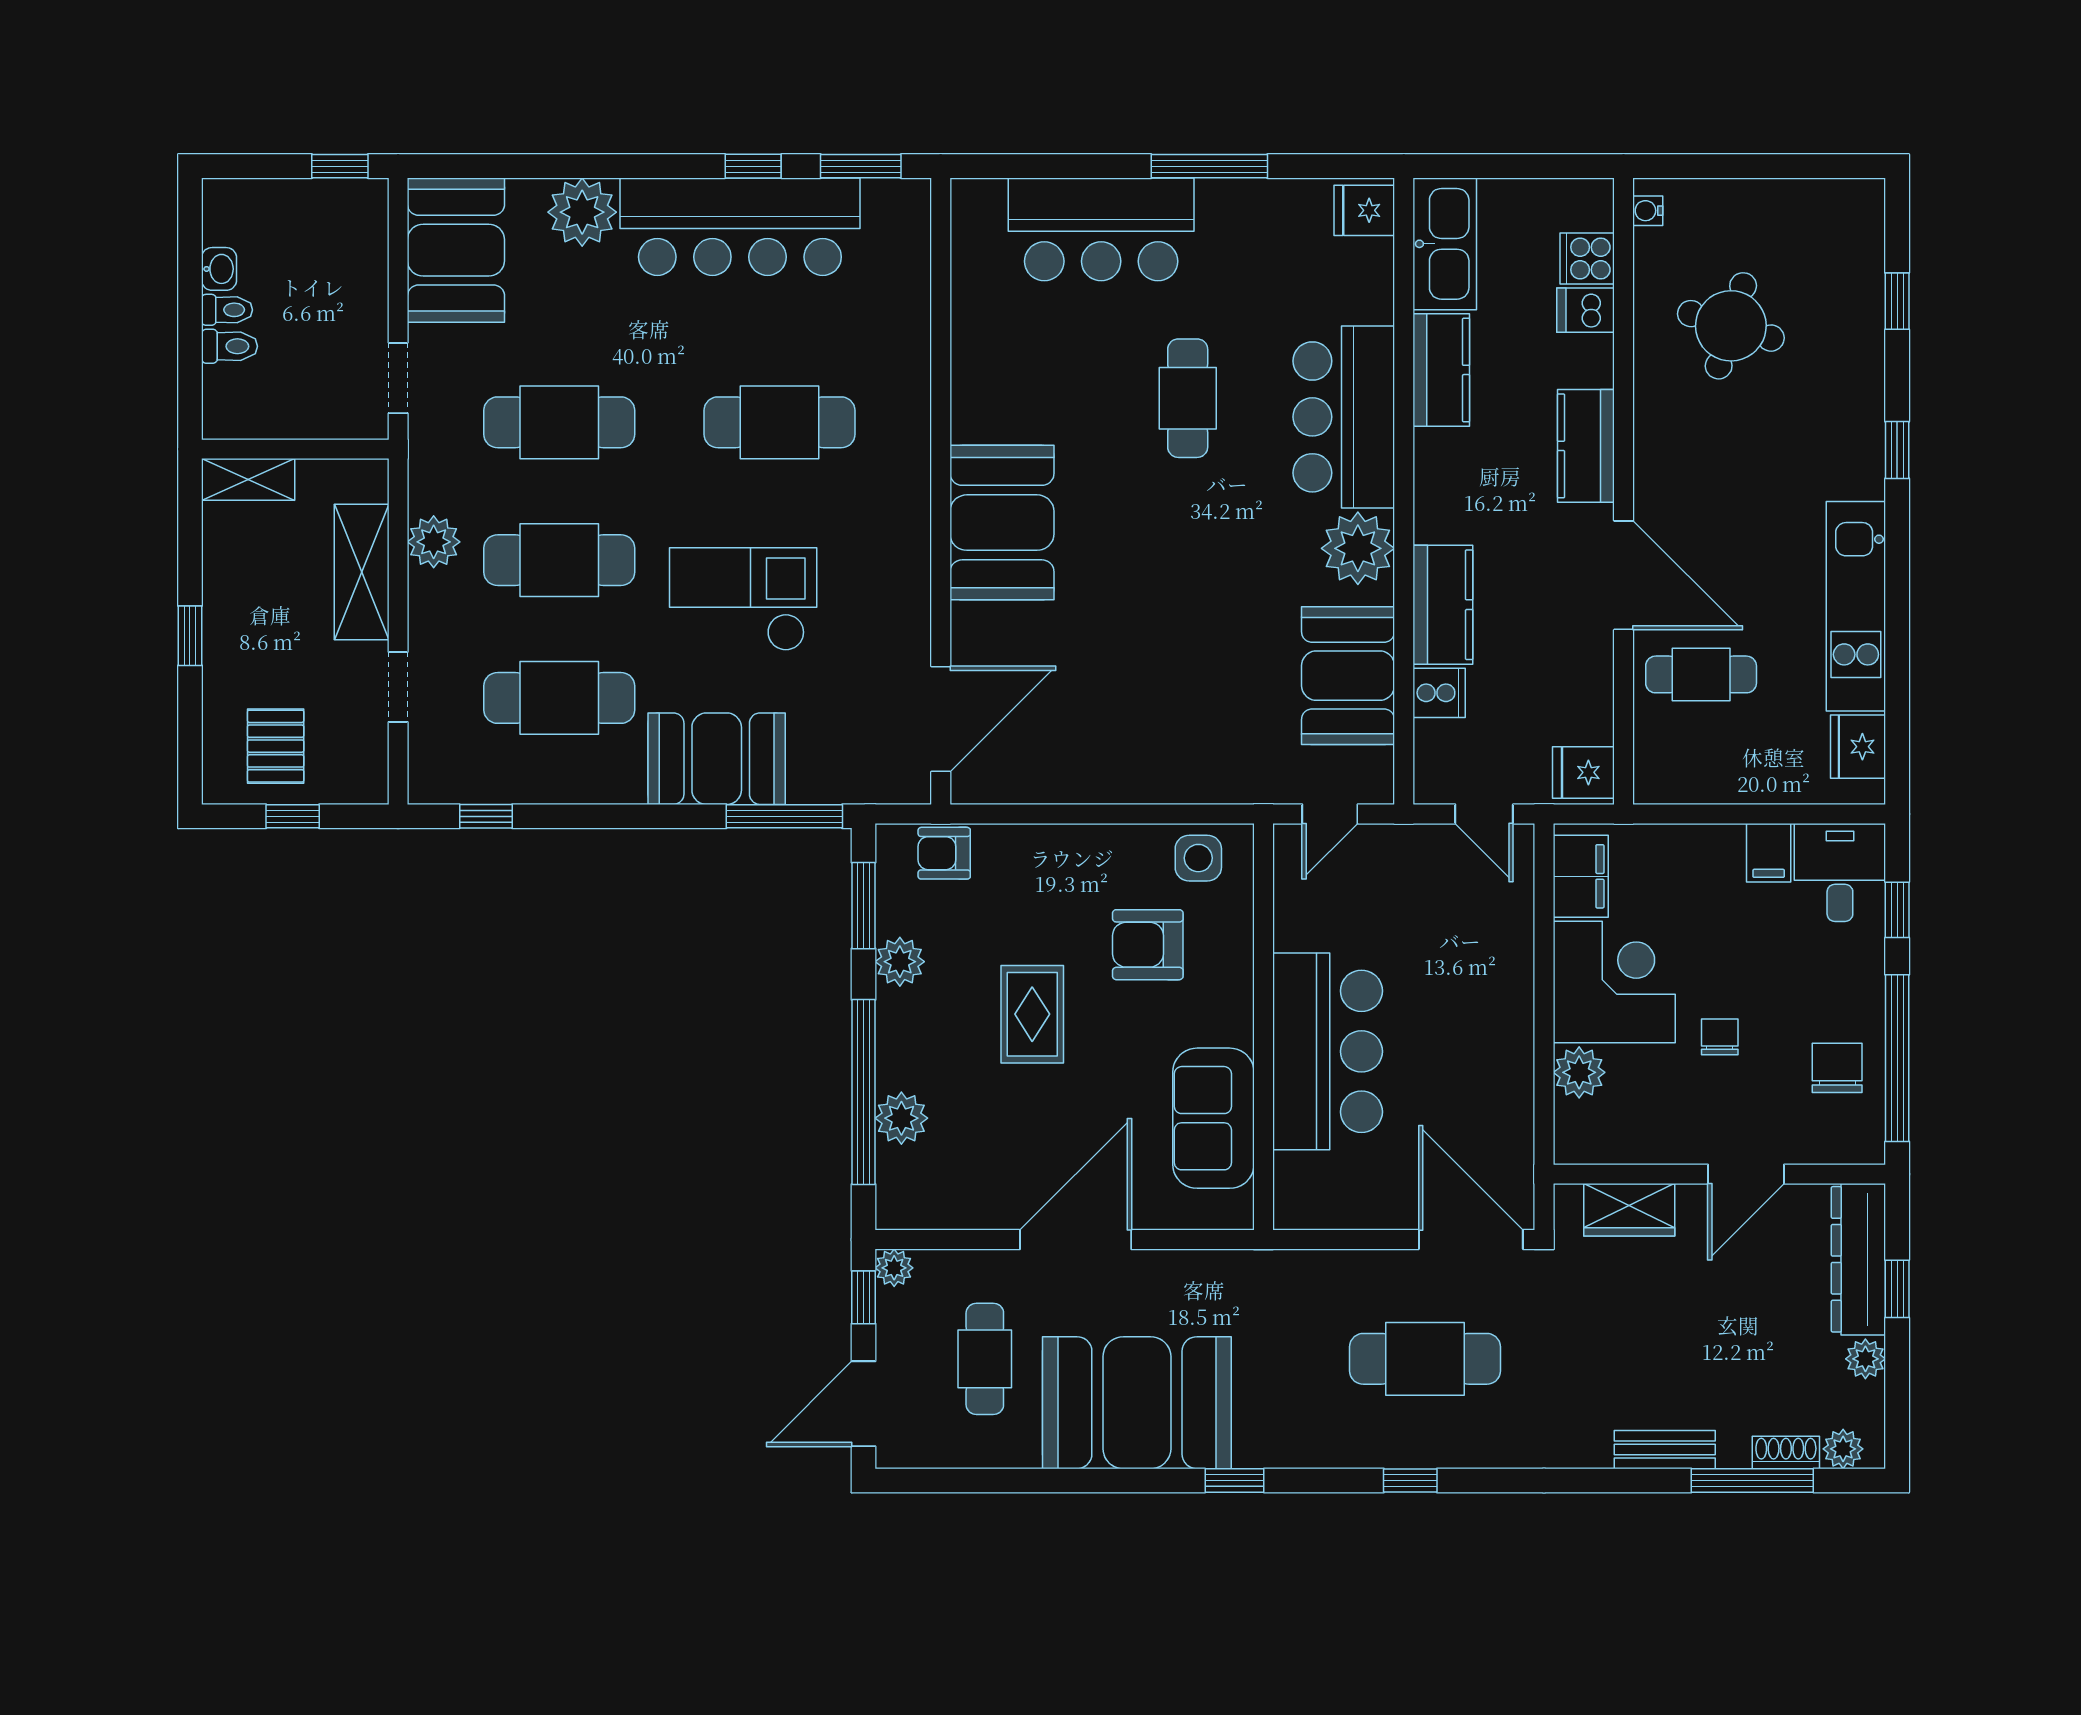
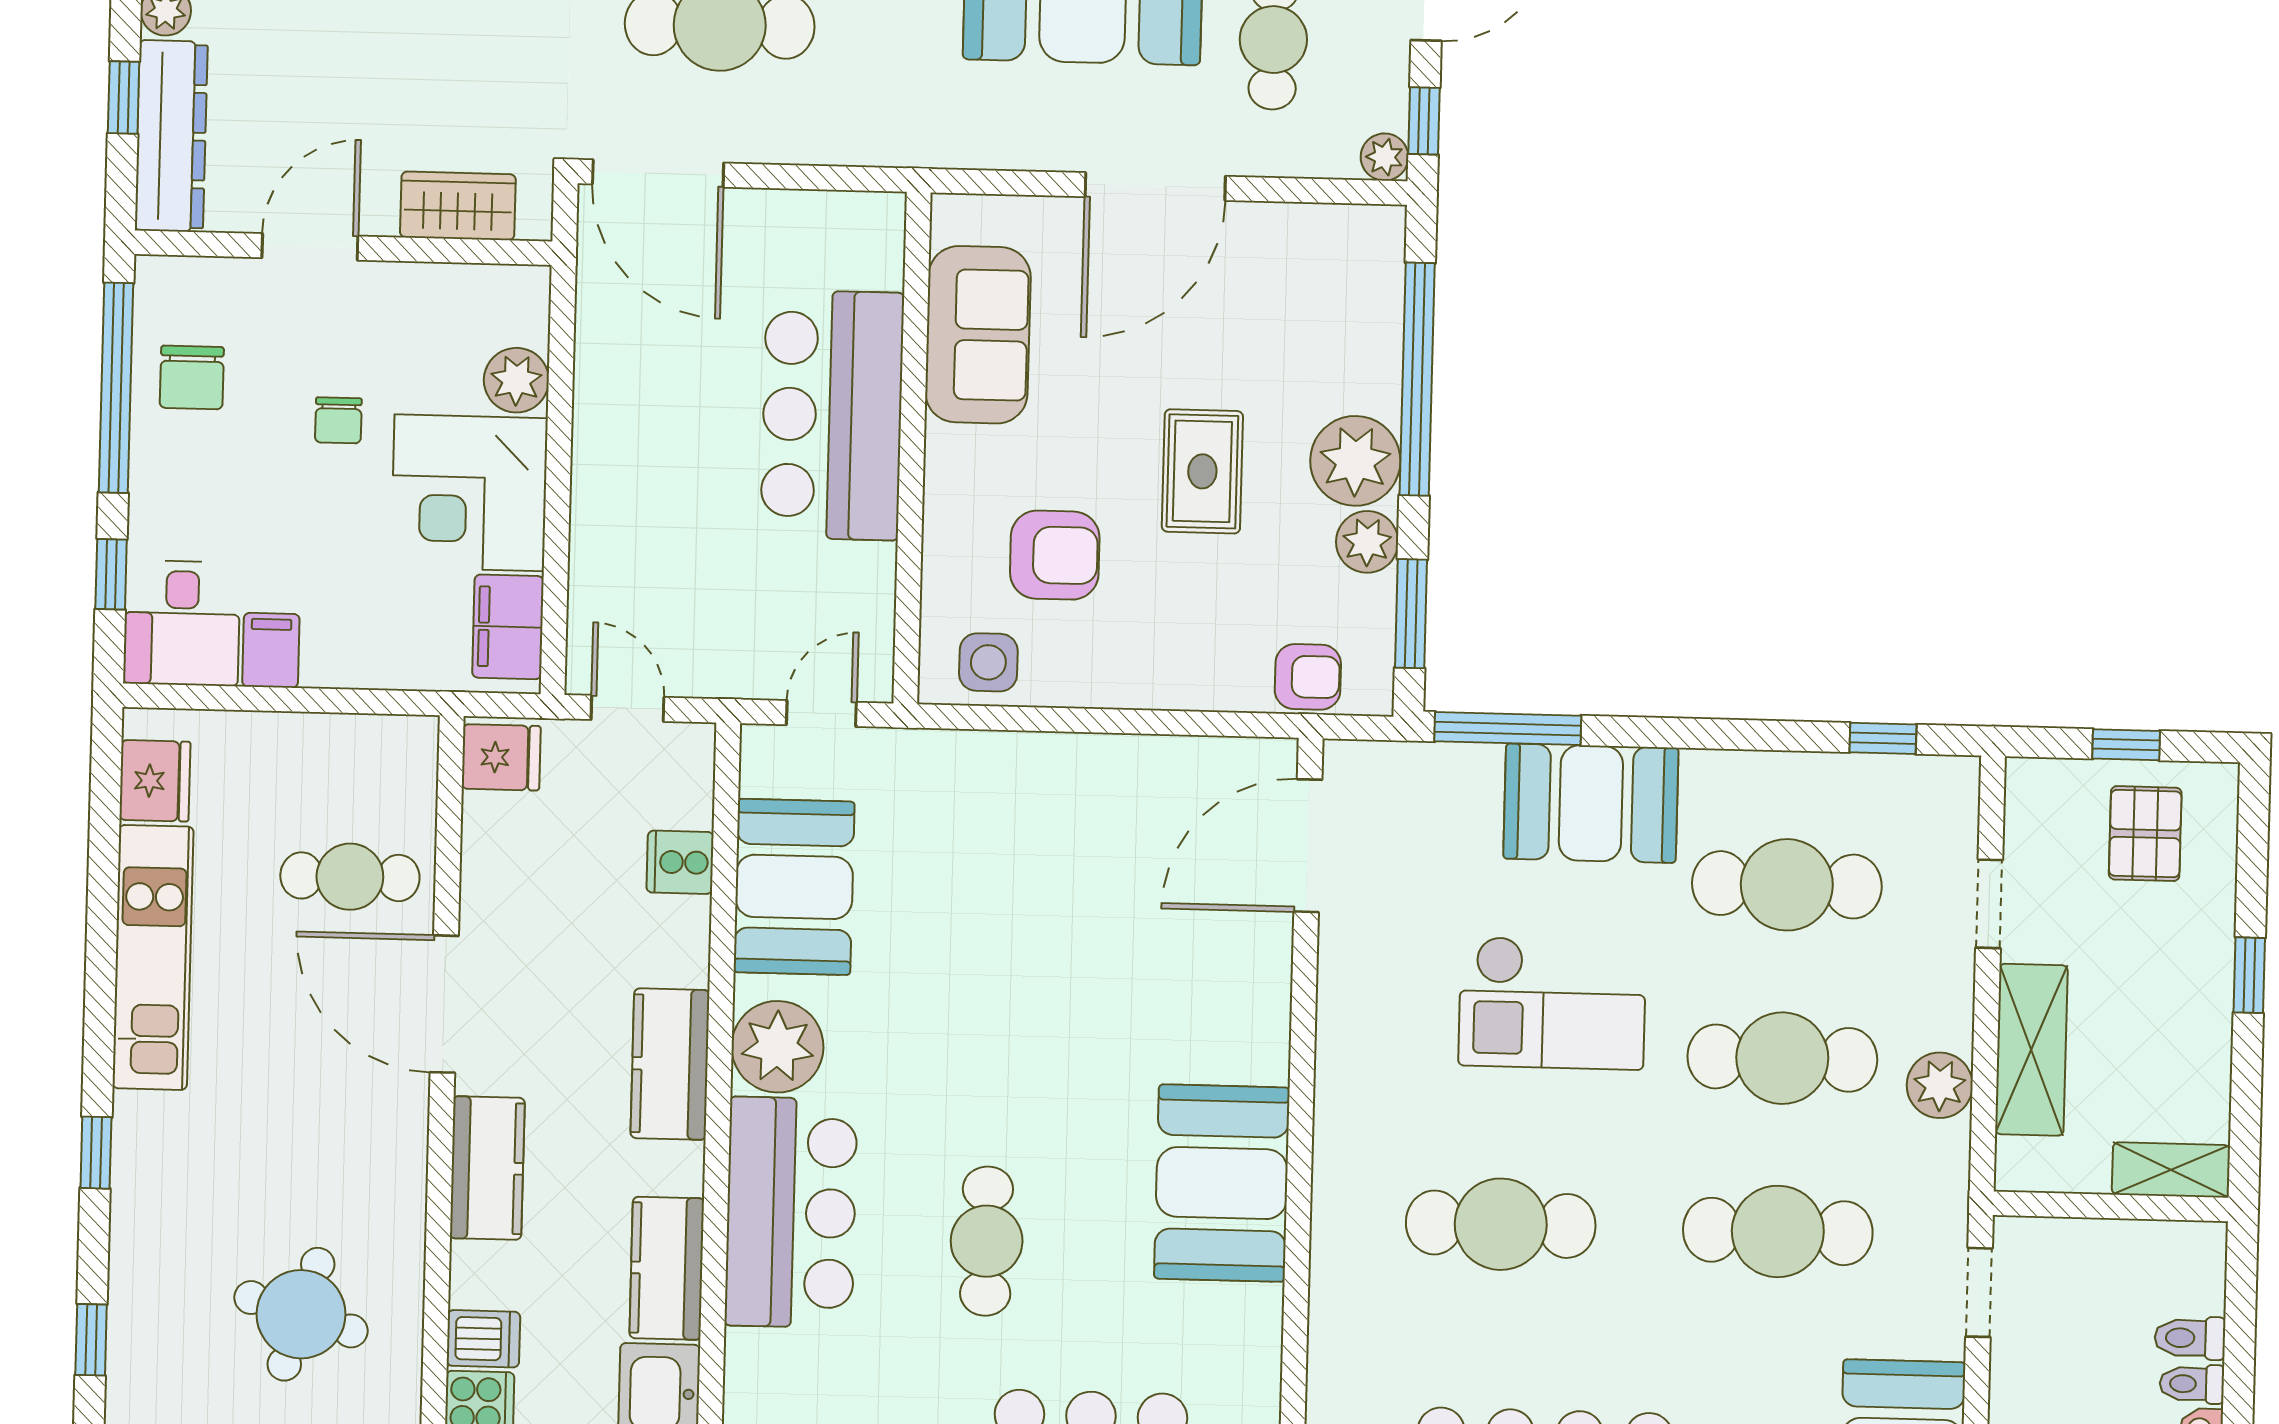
booth: (1002, 523) -> (1222, 1183), moved
kitchen counter: (1443, 605) -> (670, 1064), moved
plant: (901, 1118) -> (1355, 461), moved, width x1.36, depth x1.36

